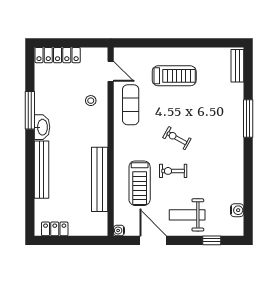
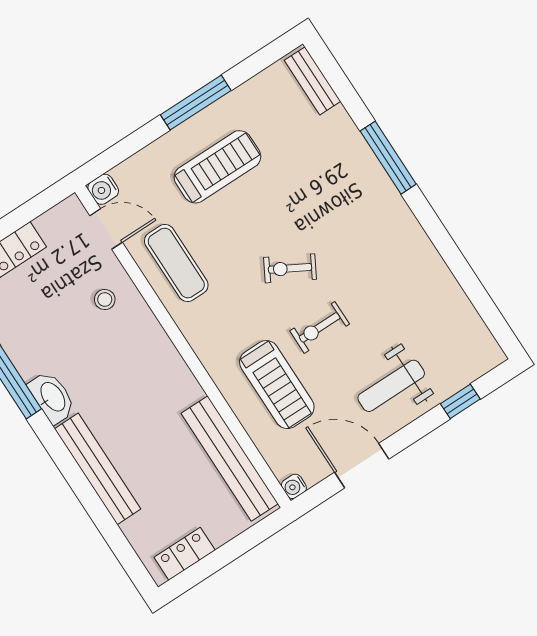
window: (183, 43) -> (196, 103), added
bench: (100, 179) -> (230, 459), moved
water cooler: (237, 210) -> (103, 189), moved, turned 180

